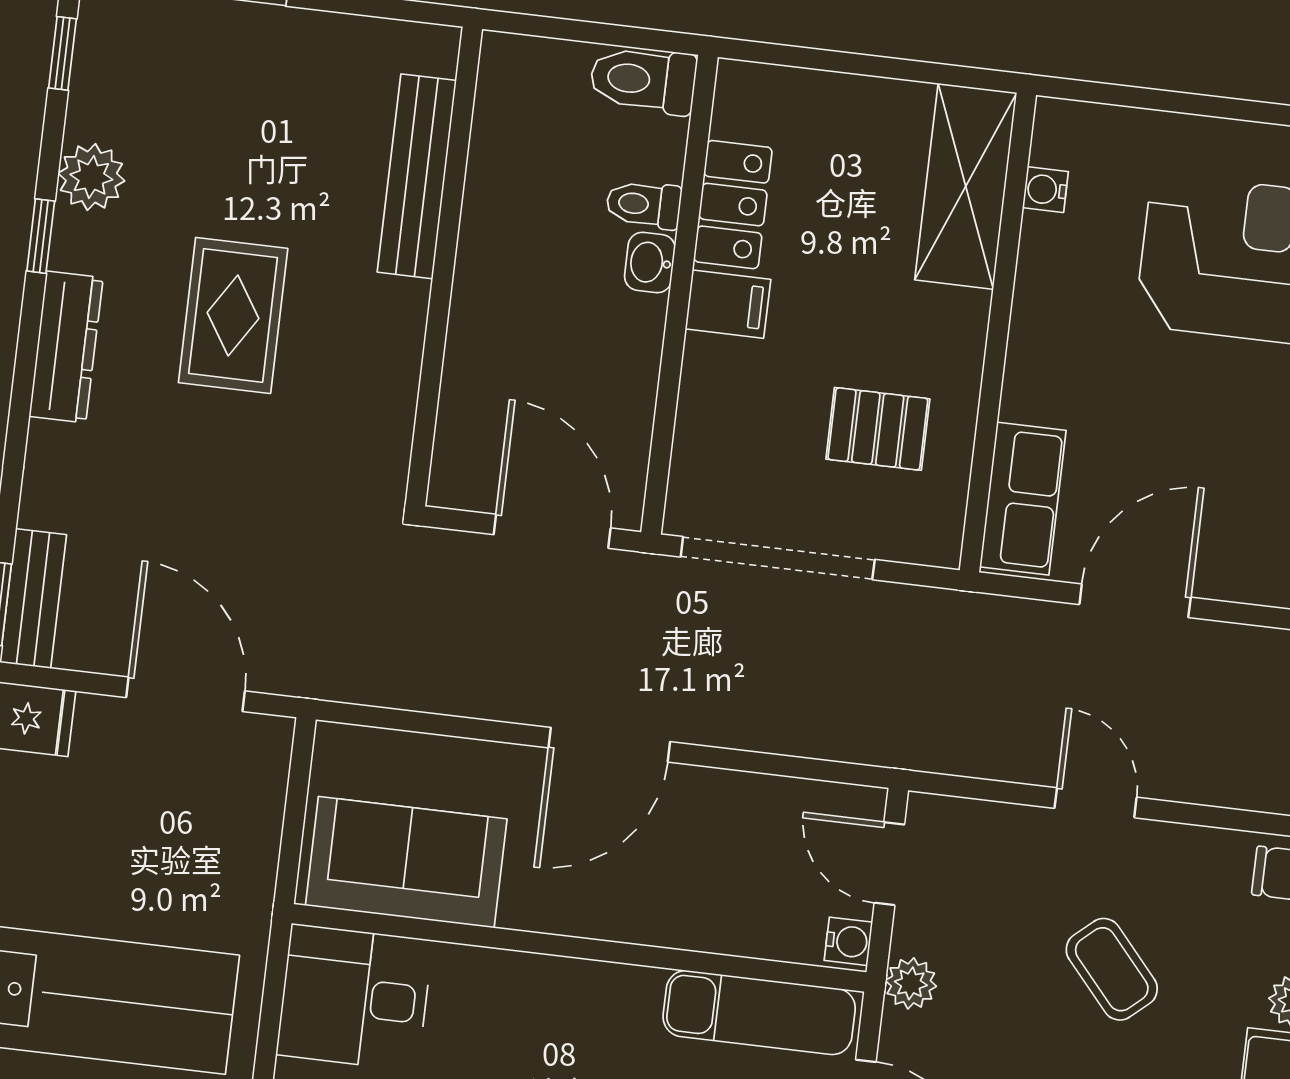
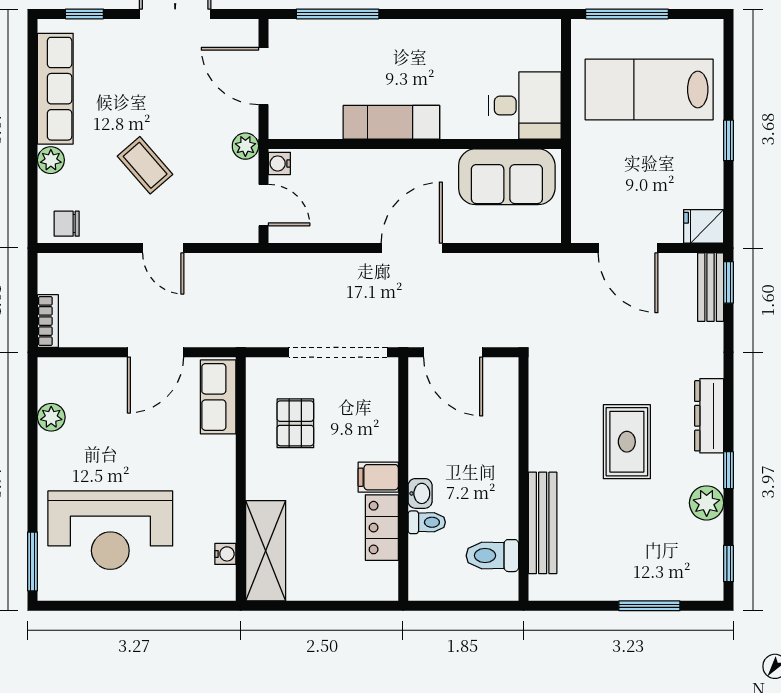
toilet: (643, 80) -> (492, 556), moved, turned 180
pallet: (878, 429) -> (295, 423), turned 90
exam couch: (759, 1013) -> (391, 122), moved

